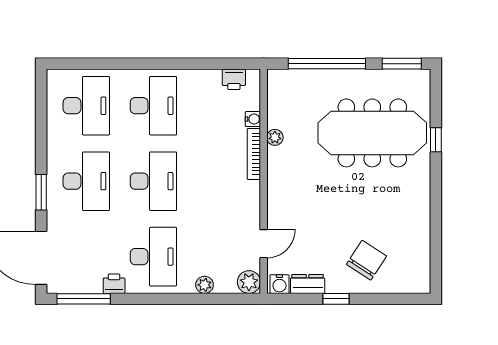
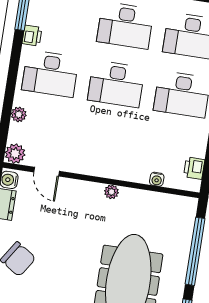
plant: (275, 137) -> (111, 192), moved
bookcase: (254, 154) -> (126, 175), removed

